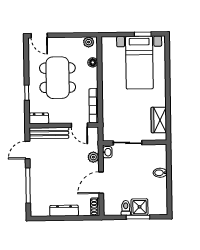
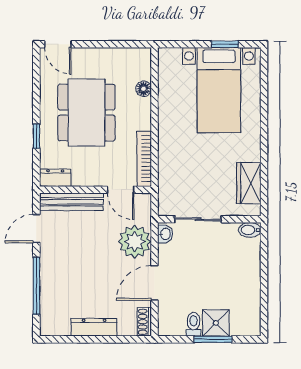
plant: (89, 42) -> (137, 56), removed
plant: (93, 157) -> (135, 242), width x1.87, depth x1.87
bidet: (160, 173) -> (250, 230), moved

